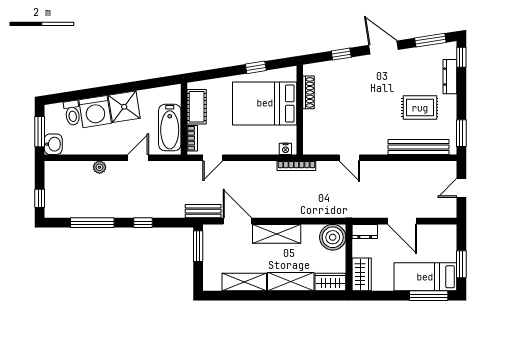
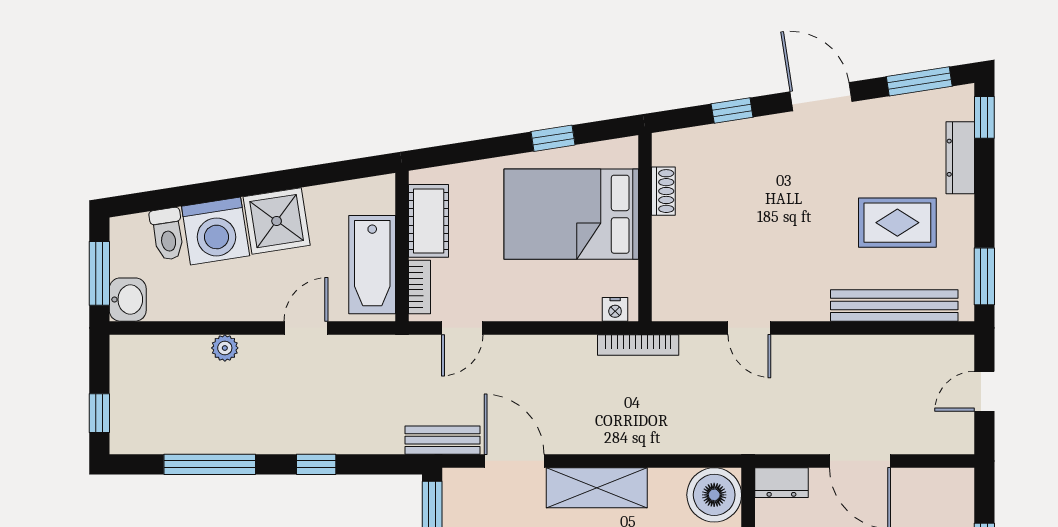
shoe rack: (308, 92) -> (663, 191), width x0.70

